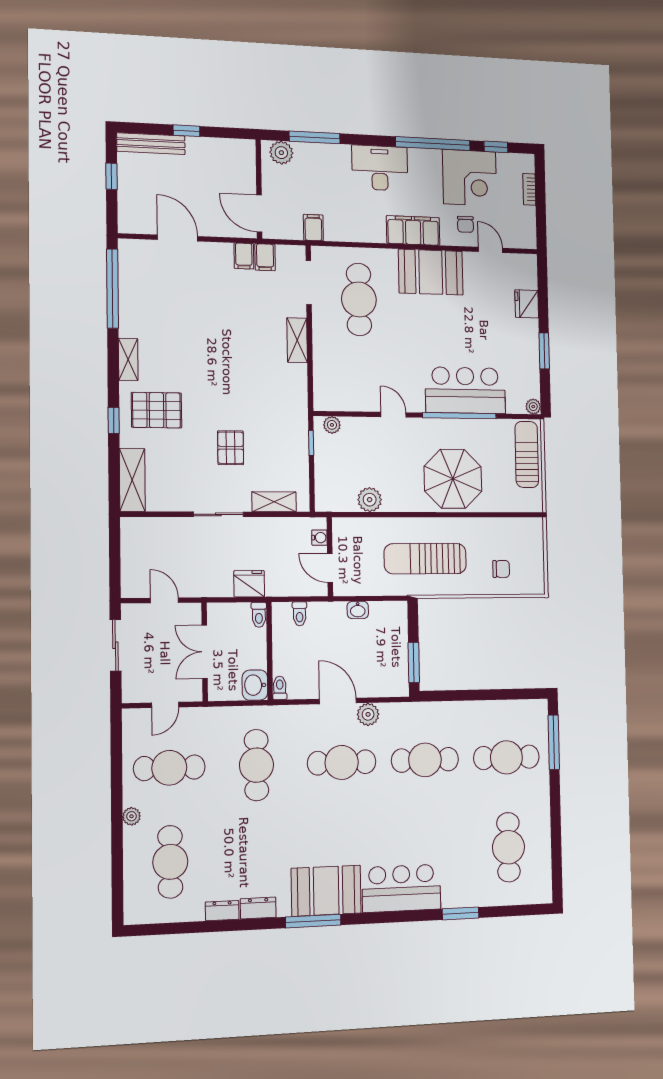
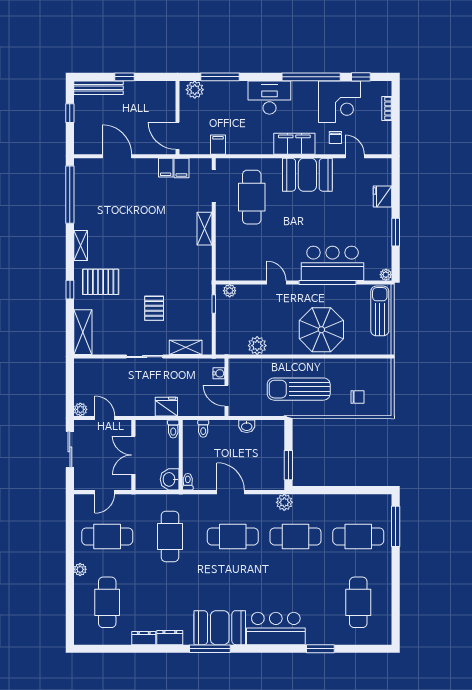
plant: (130, 589) -> (80, 409), added
plant: (368, 714) -> (284, 502), moved

